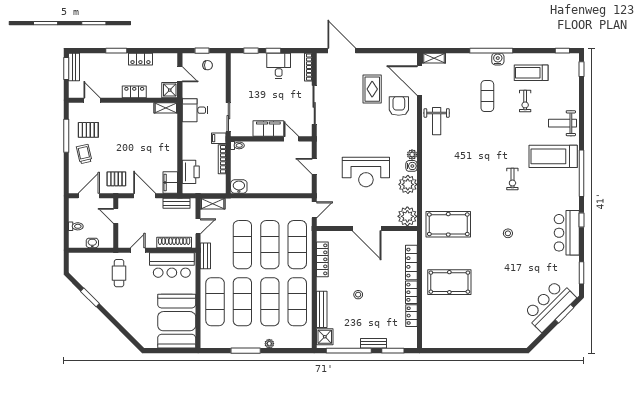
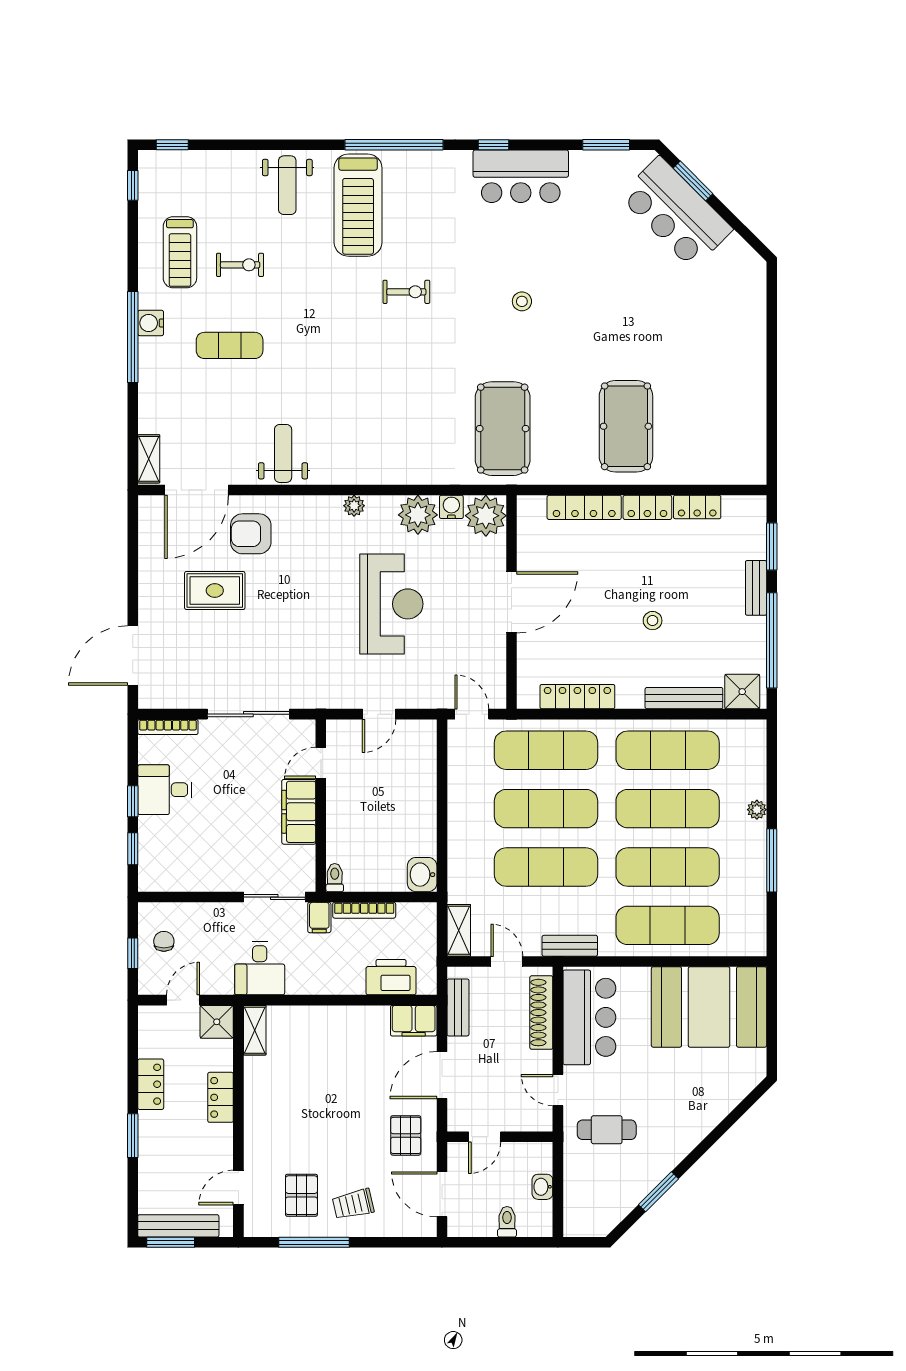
bench: (74, 67) -> (178, 1226), width x1.36
weight bench: (437, 121) -> (283, 453), turned -90
water cooler: (411, 166) -> (451, 507), moved

